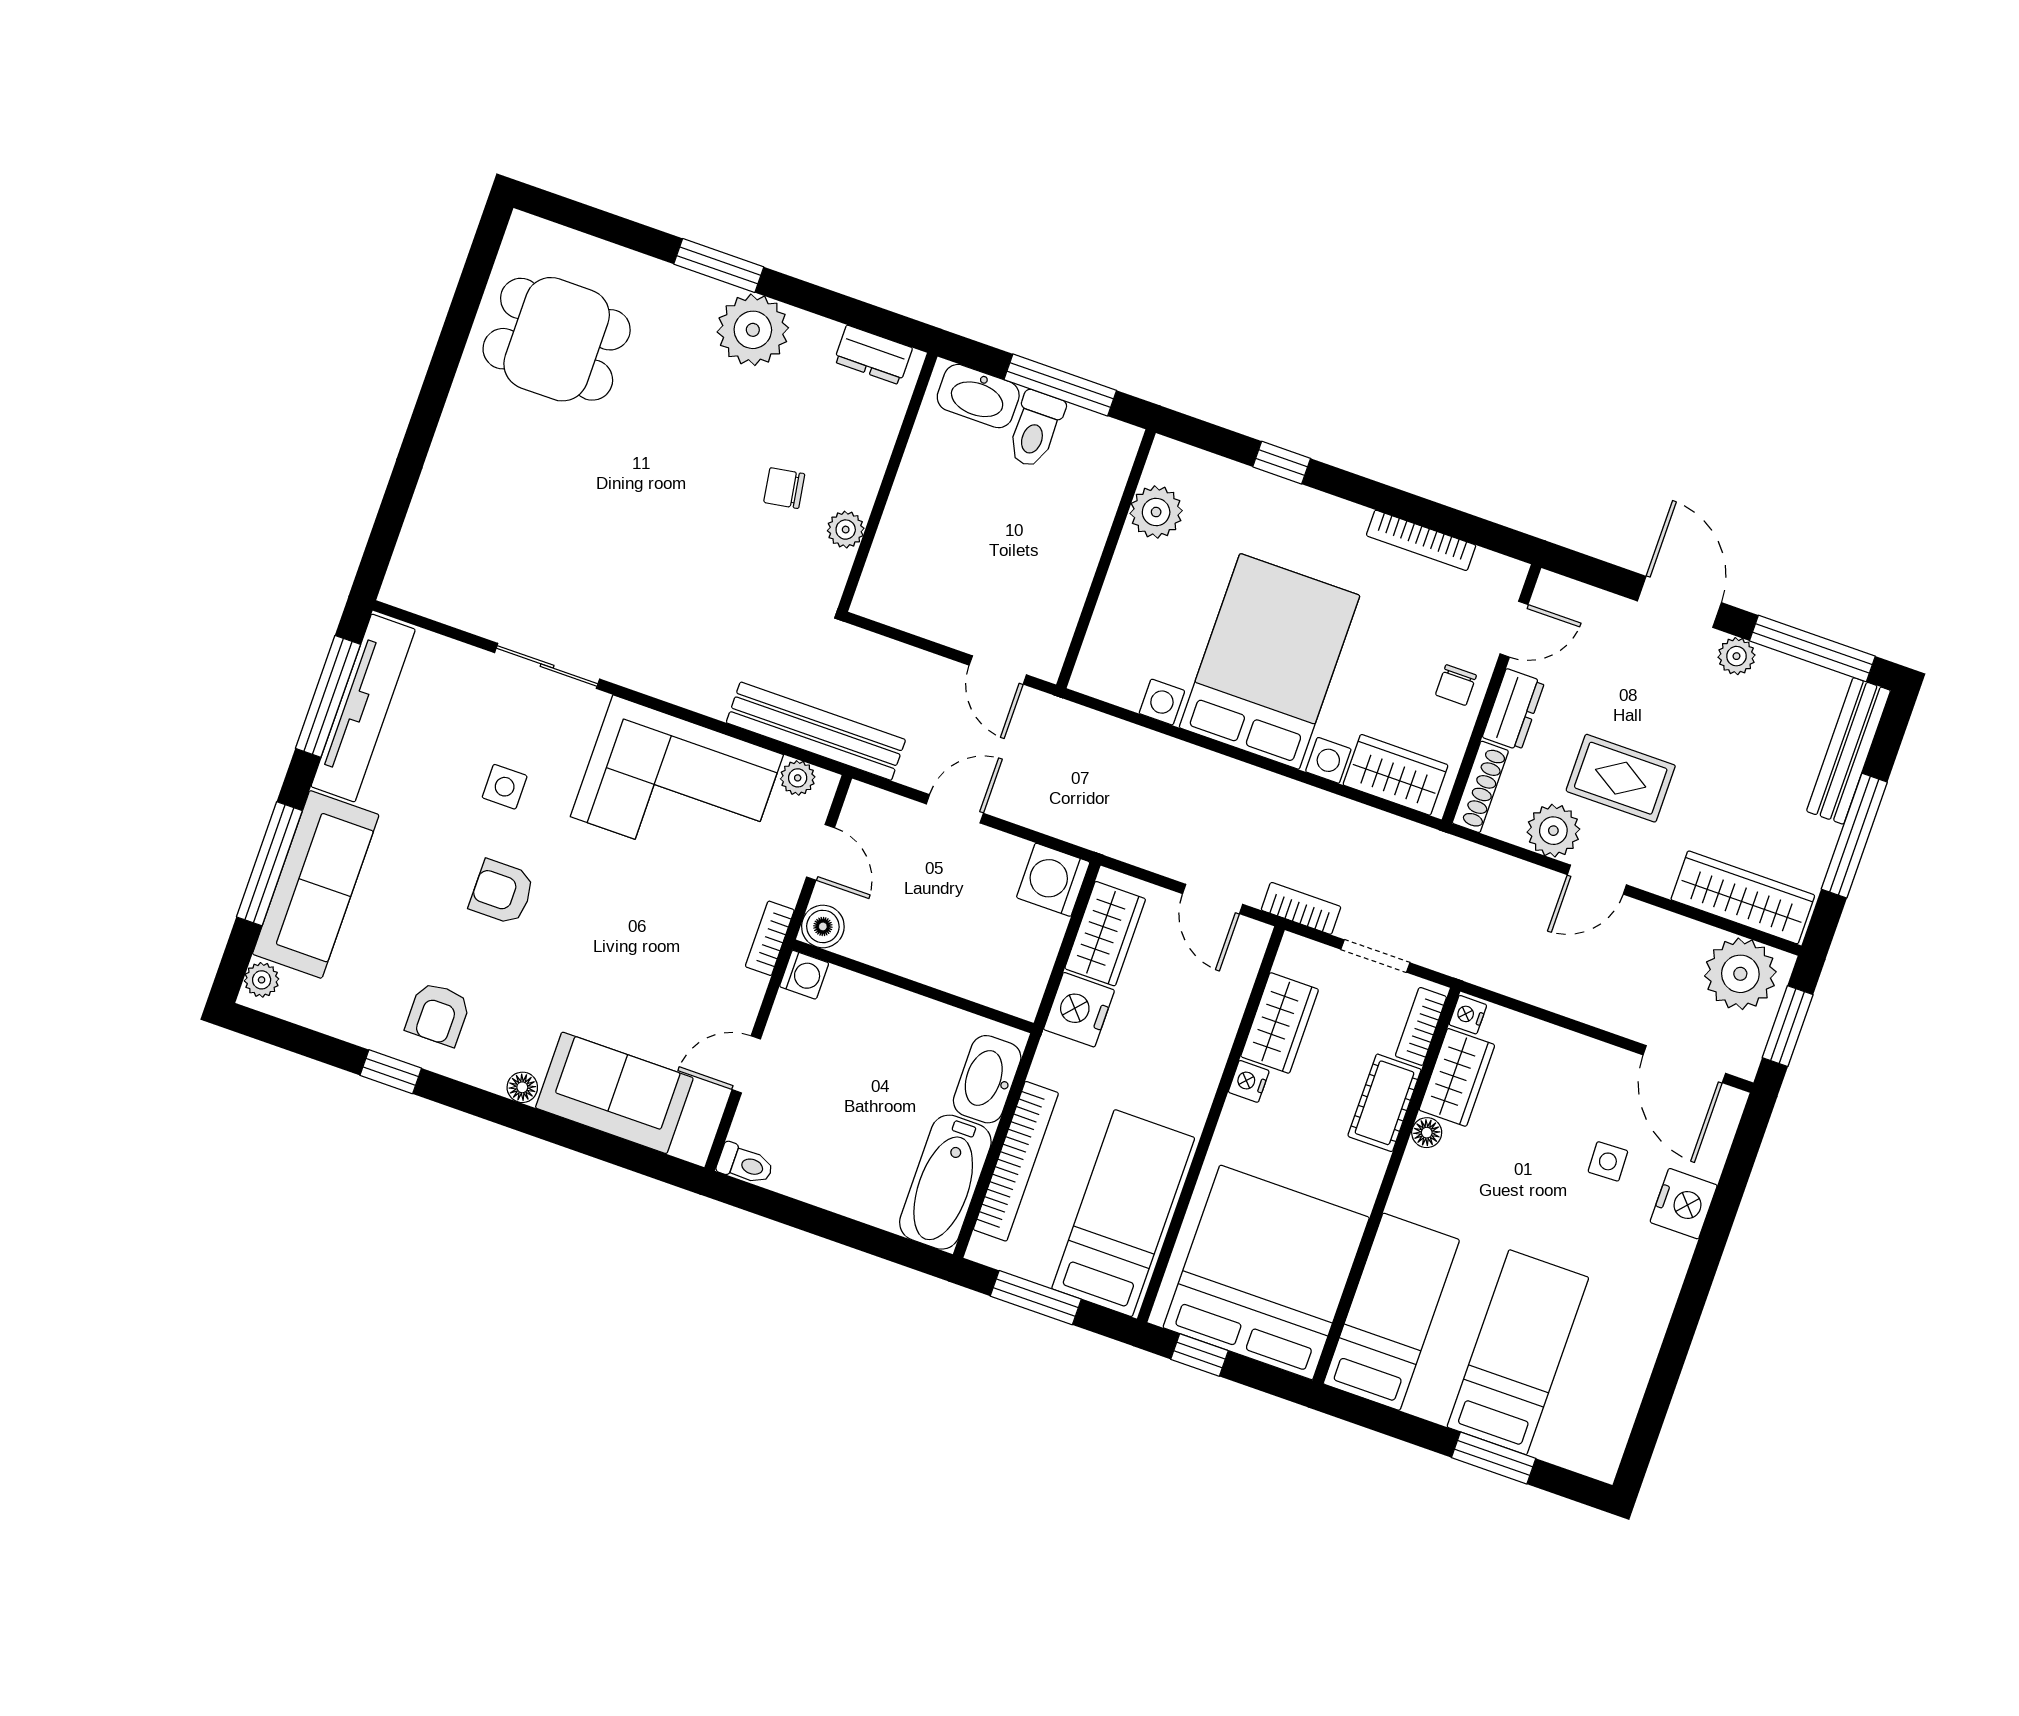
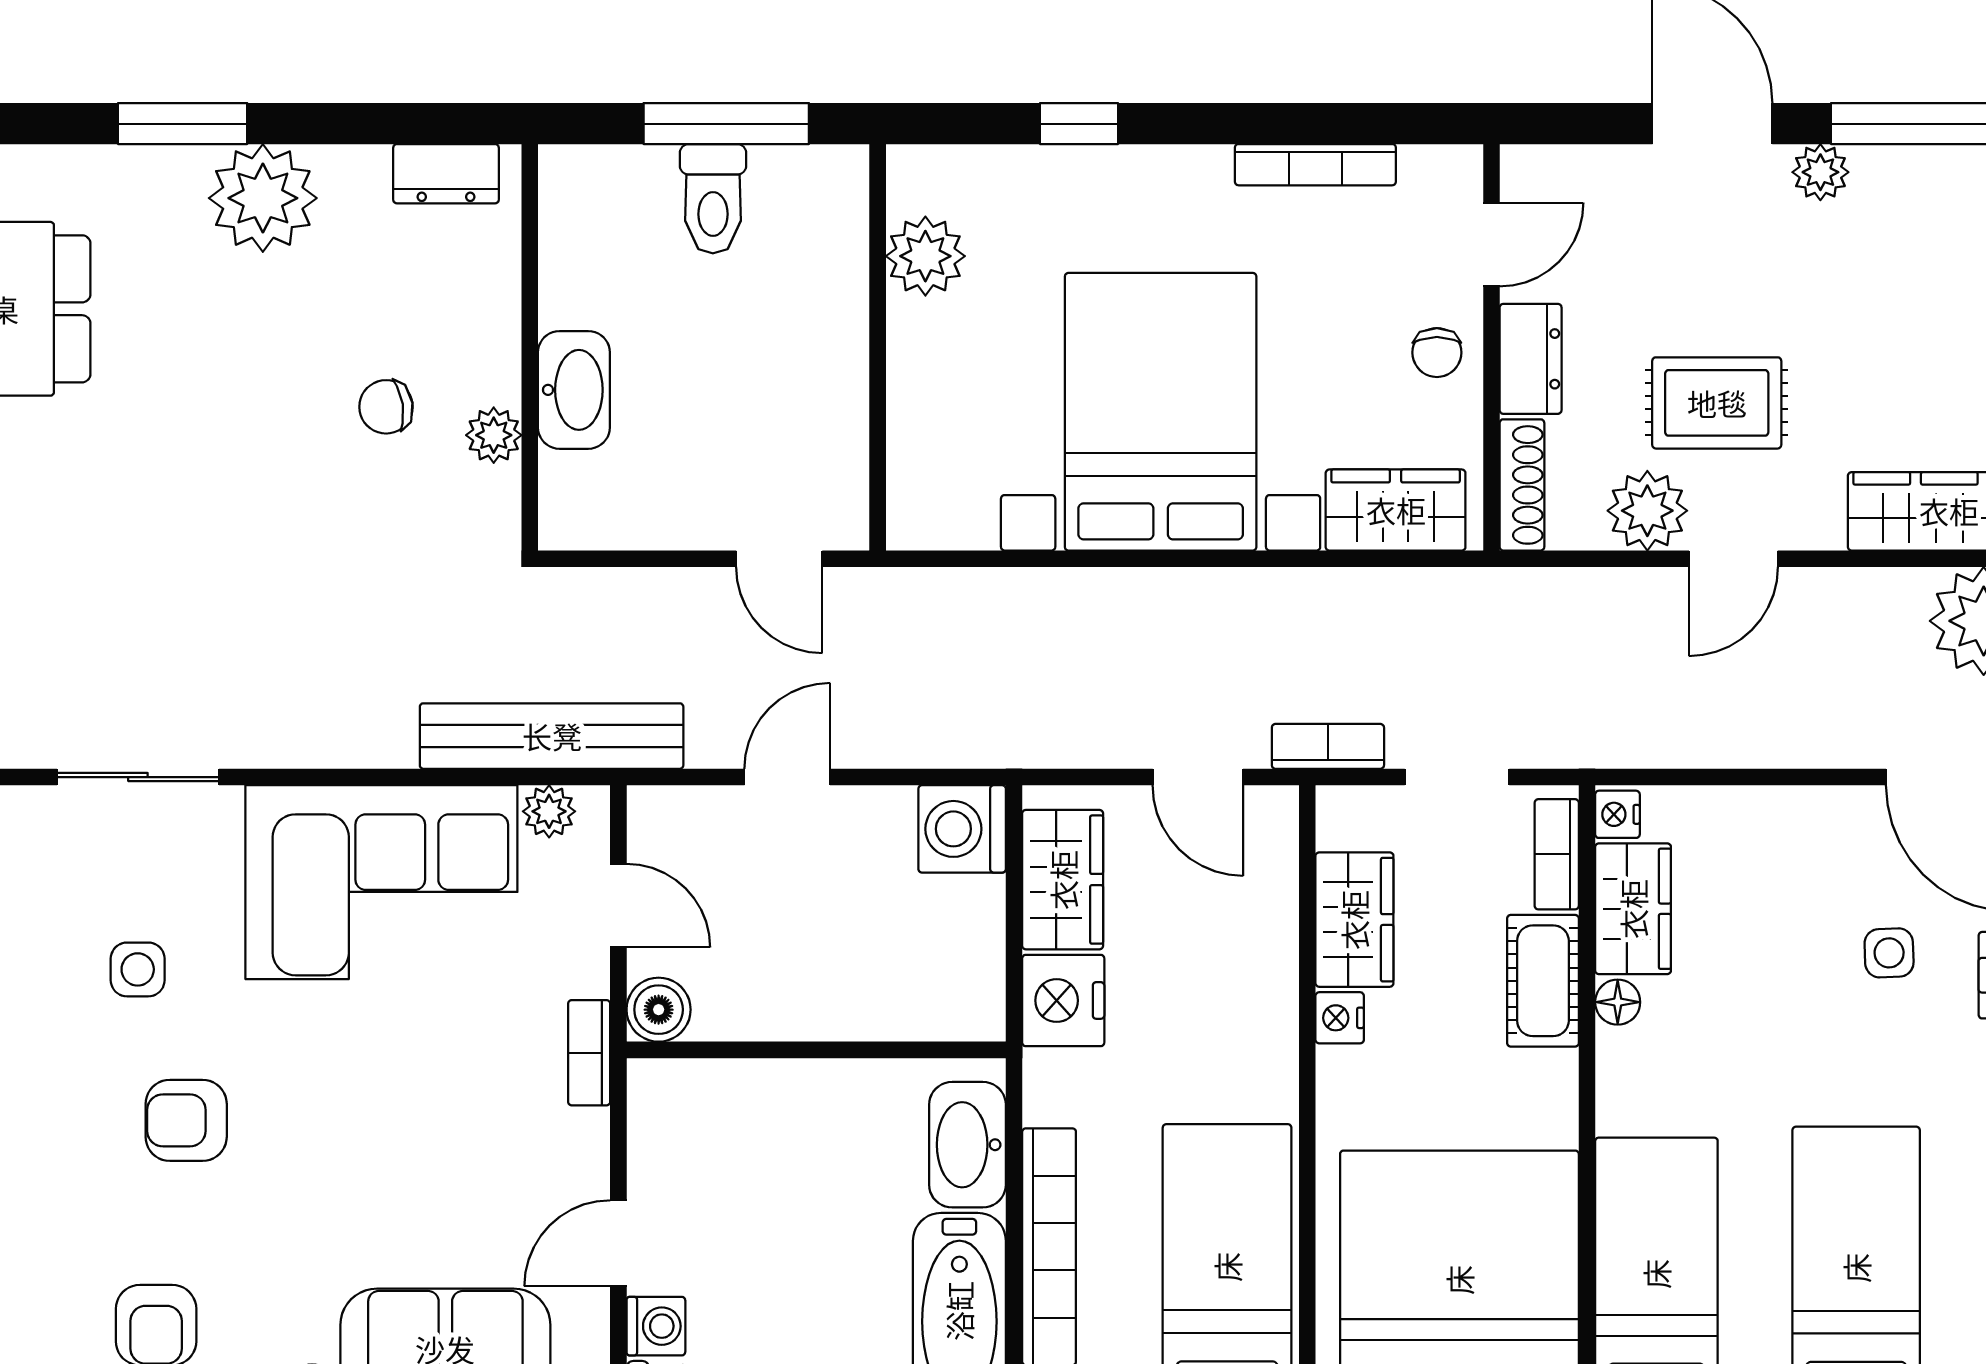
washbasin: (978, 396) -> (574, 390), moved, turned -90
washing machine: (804, 975) -> (656, 1326), moved

